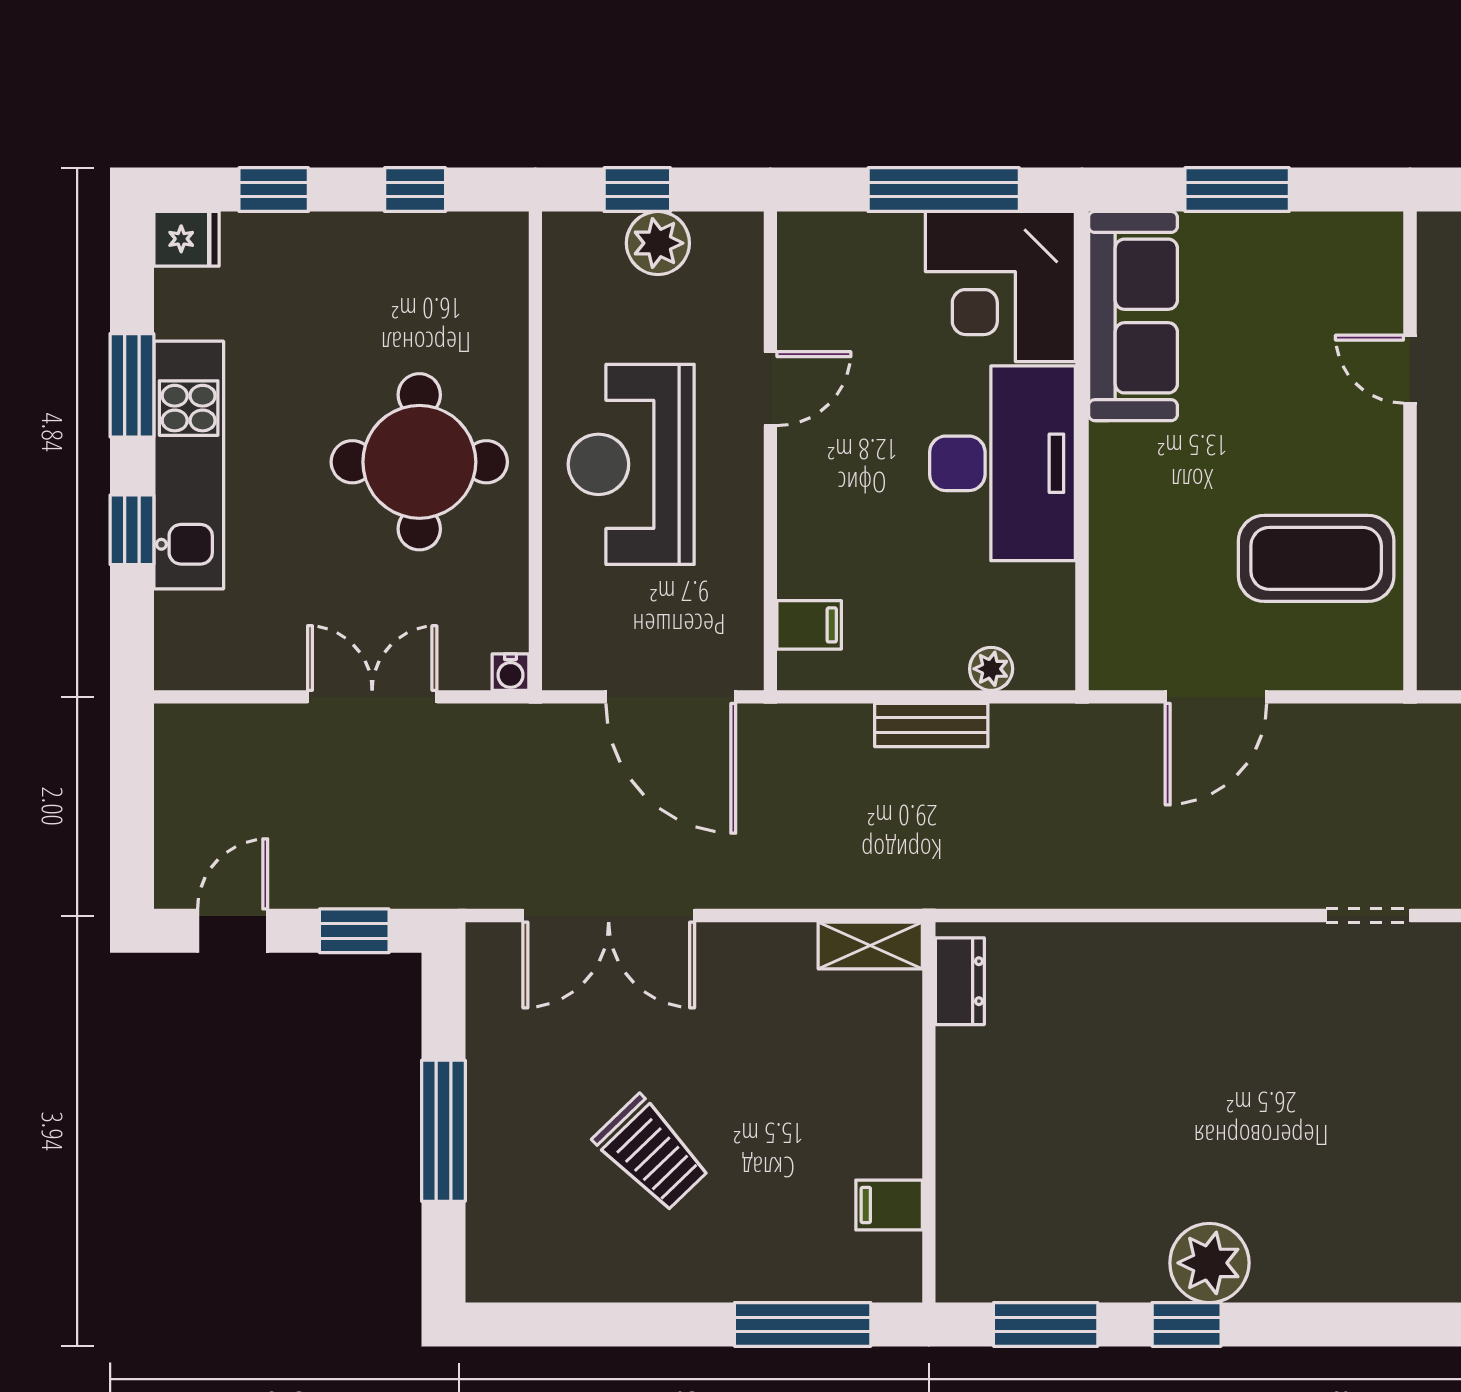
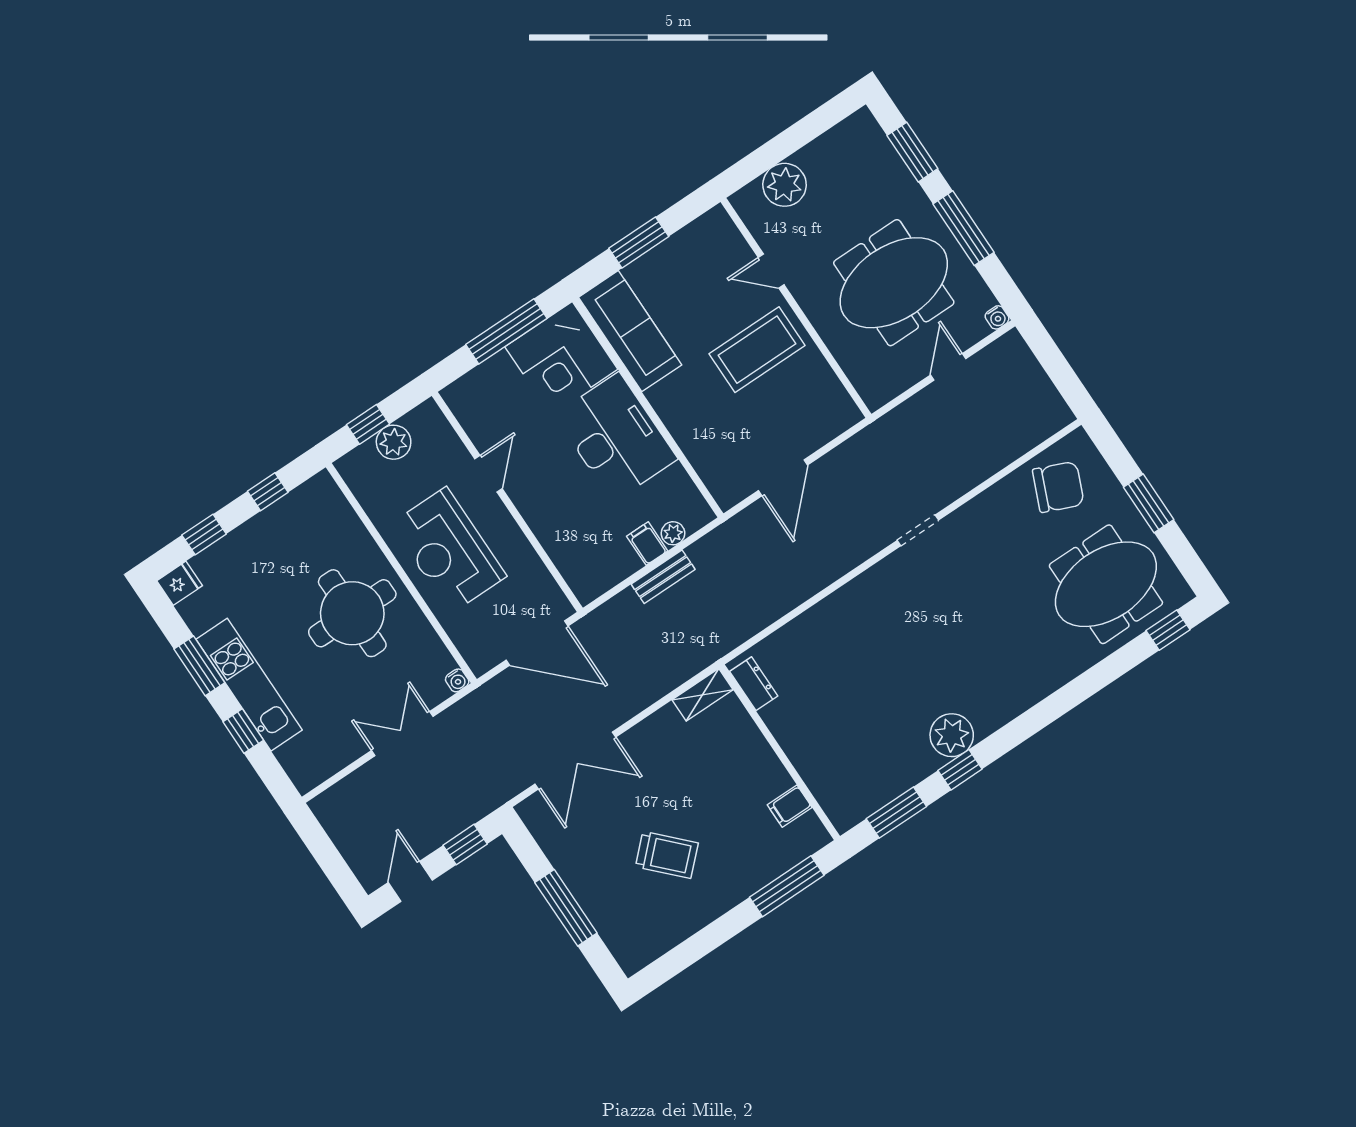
coffee table: (1316, 558) -> (757, 350), moved
filing cabinet: (809, 625) -> (647, 544), moved, turned -90

